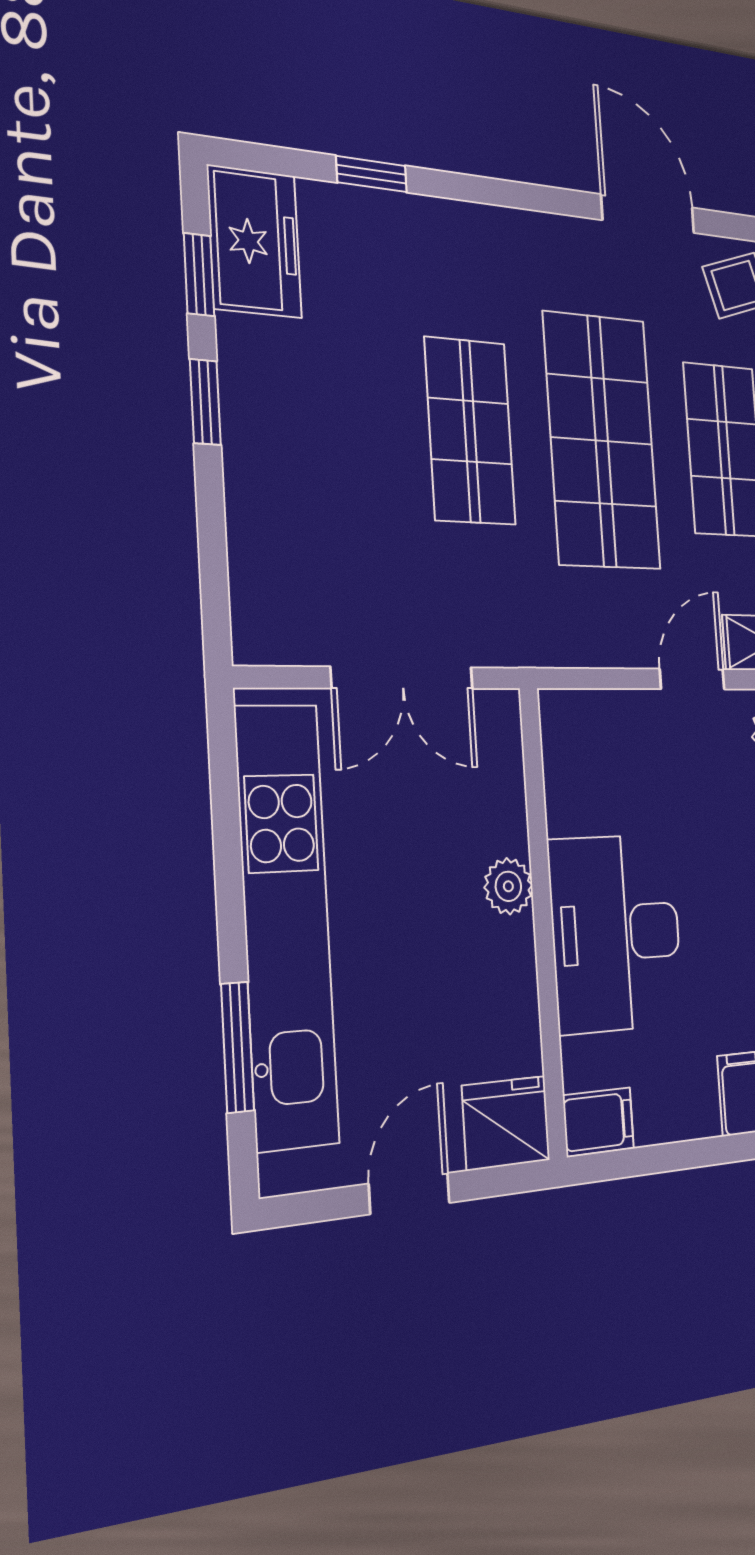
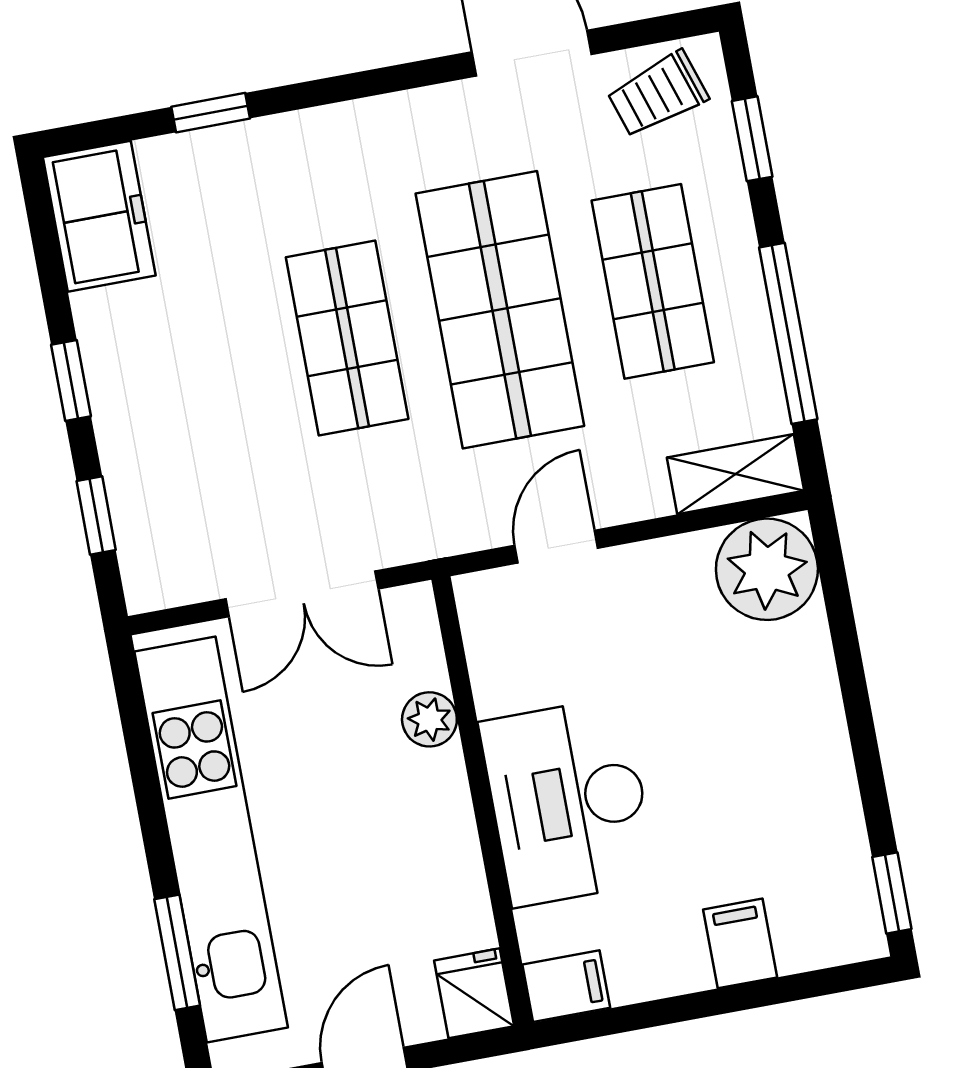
window: (199, 275) -> (96, 516), moved
door: (692, 679) -> (556, 547), moved
plant: (508, 886) -> (429, 719), moved
fridge: (506, 1123) -> (474, 993), width x0.72

